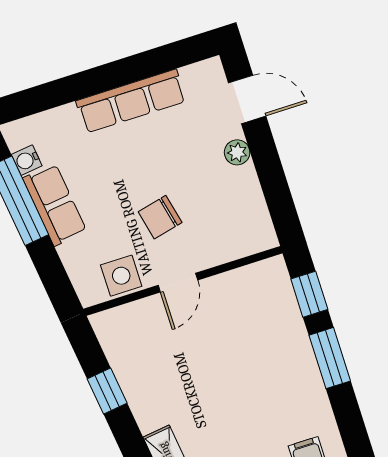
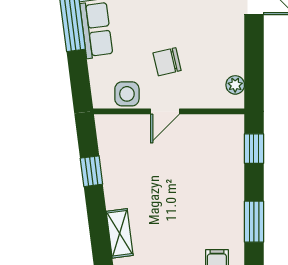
plant: (237, 152) -> (235, 85), moved
window: (330, 358) -> (254, 222), moved

